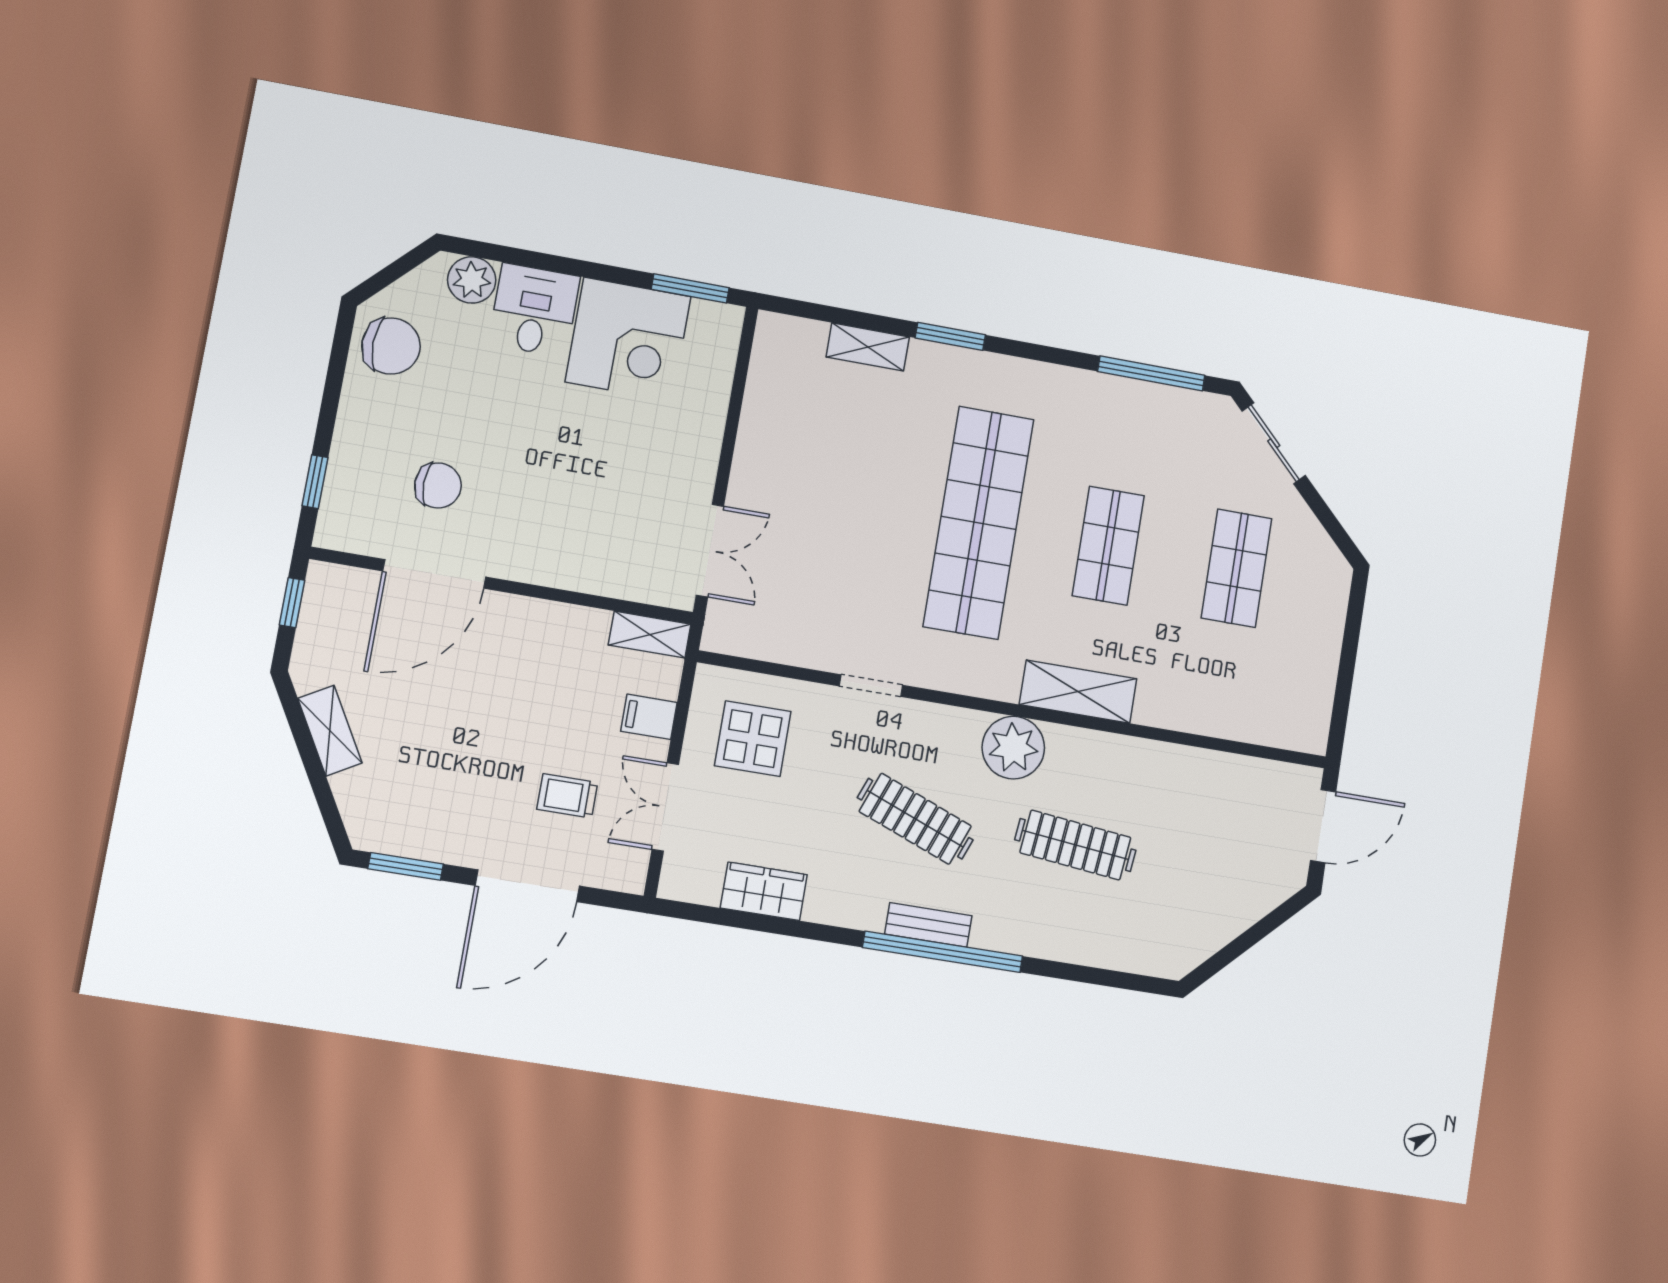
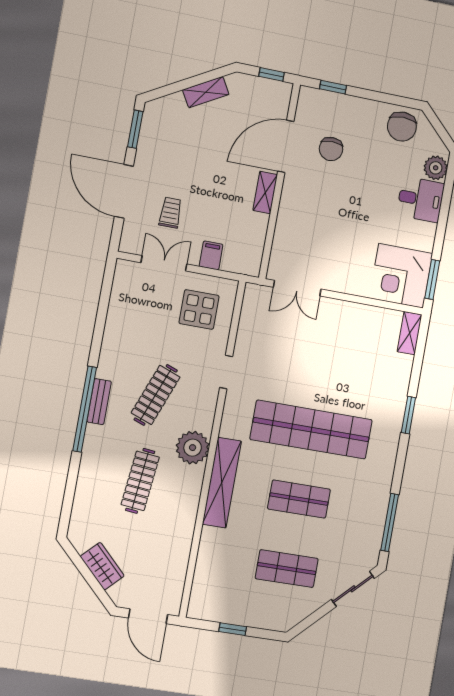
corner desk: (628, 339) -> (401, 276), moved
shelving: (868, 347) -> (409, 333), moved
door: (434, 574) -> (286, 146), hinge flipped
shelving: (650, 635) -> (265, 192), moved
window: (1346, 669) -> (233, 629), added
shelving: (1078, 692) -> (222, 483), width x1.47
wardrobe: (764, 891) -> (102, 566), moved, turned -45

